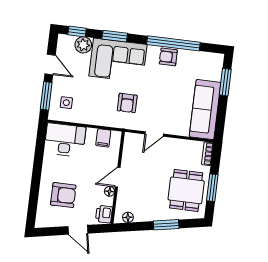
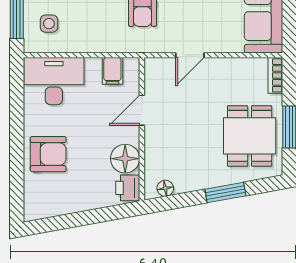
door: (118, 177) -> (142, 110), moved
floor lamp: (109, 191) -> (125, 159), width x1.89, depth x1.89
armchair: (63, 195) -> (48, 154), moved
door: (78, 230) -> (91, 217), removed

